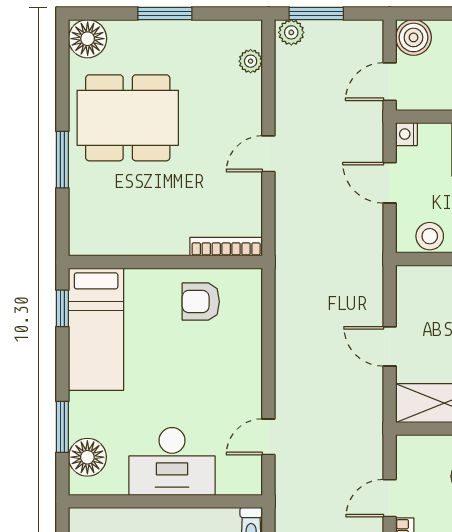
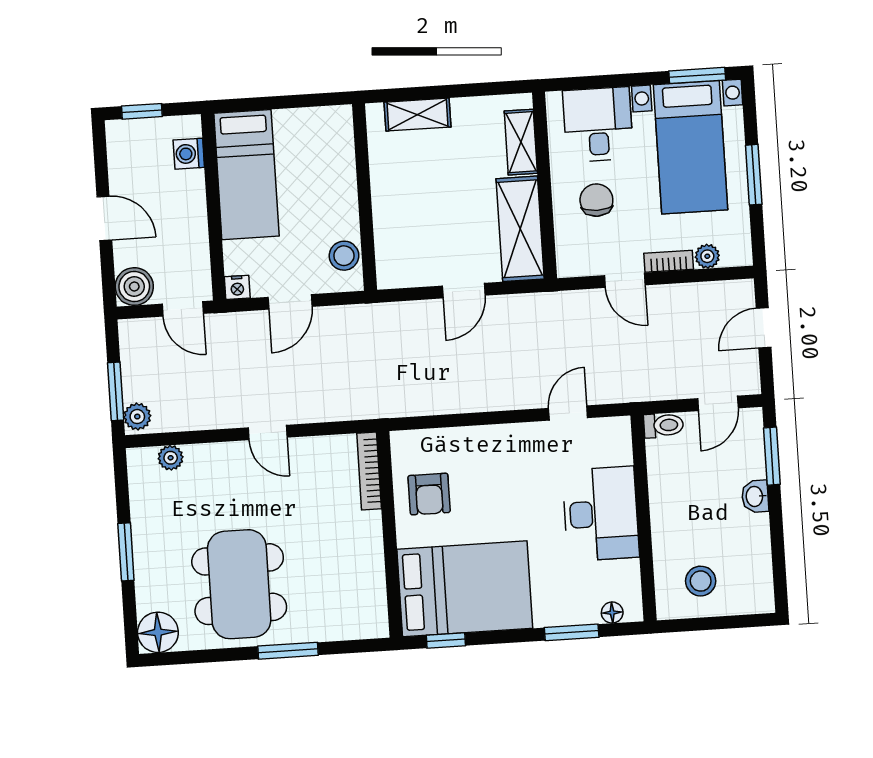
bed: (96, 329) -> (465, 589), width x1.50
door: (268, 437) -> (568, 413), swing flipped
floor lamp: (87, 457) -> (612, 613), width x0.53, depth x0.53

